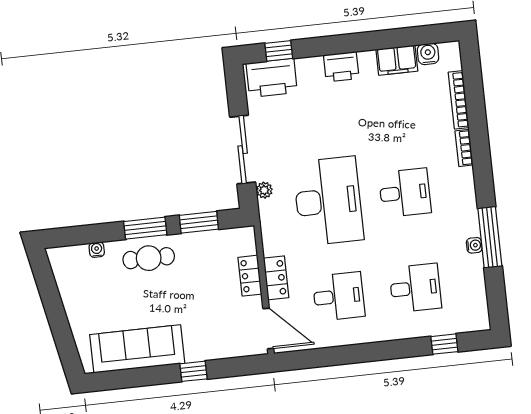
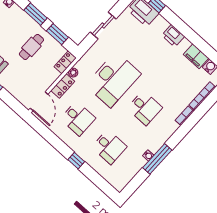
sliding door: (243, 150) -> (103, 26), width x0.73
plant: (264, 190) -> (73, 73), moved
cafe table: (149, 258) -> (31, 47), moved, turned 90
locker: (250, 276) -> (65, 62), moved
window: (444, 344) -> (76, 161), moved

